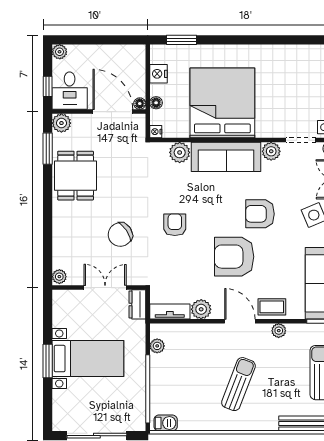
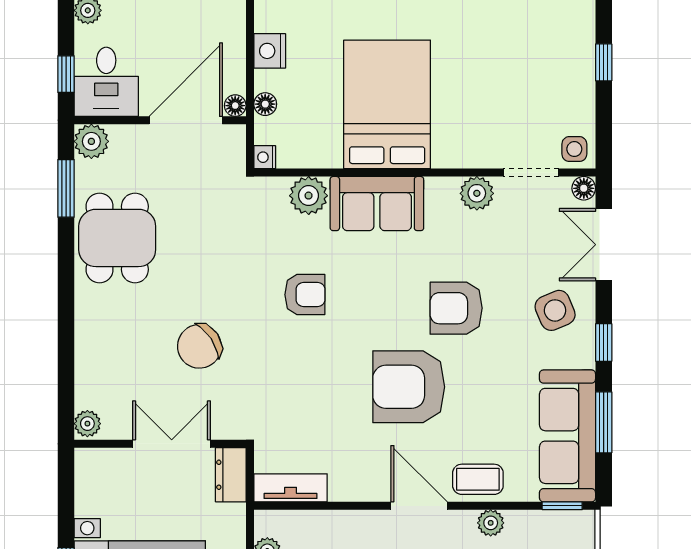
bed: (222, 103) -> (387, 104), width x0.73
door: (113, 112) -> (186, 120), hinge flipped
sofa: (226, 157) -> (377, 204), width x0.73
armchair: (175, 225) -> (305, 295), moved, turned 90
plant: (201, 309) -> (348, 484), removed

